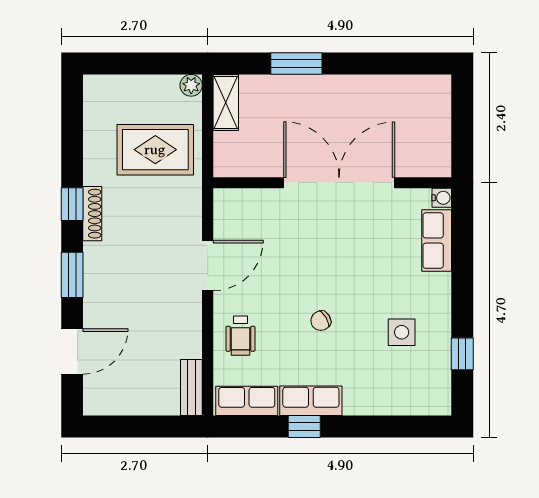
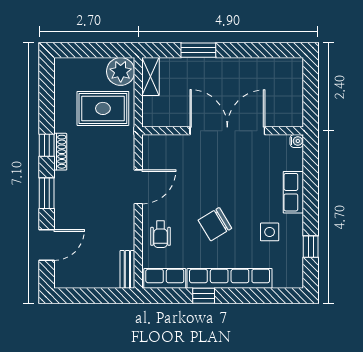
plant: (191, 85) -> (121, 71), width x1.88, depth x1.88
row of seats: (437, 241) -> (293, 192), moved
chair: (321, 321) -> (215, 224), width x1.87, depth x1.87
row of seats: (311, 401) -> (230, 278), width x2.02

